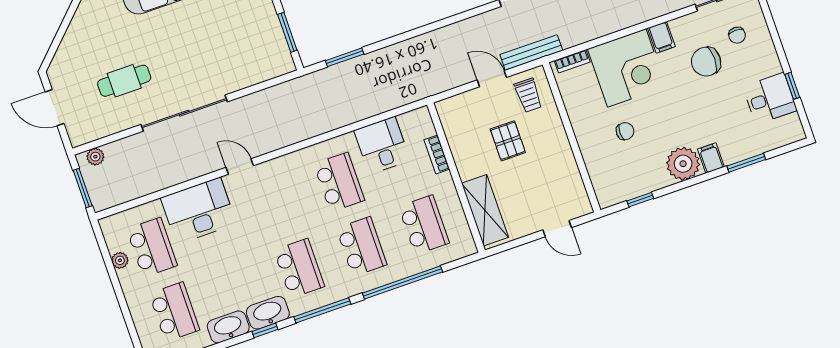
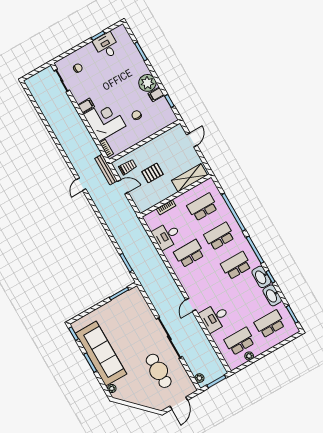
chair: (706, 62) -> (94, 81), removed
door: (492, 79) -> (123, 187), swing flipped
cafe table: (124, 81) -> (159, 371), width x1.37, depth x1.35
filing cabinet: (711, 158) -> (156, 94), moved
desk: (198, 211) -> (215, 318), width x0.73

